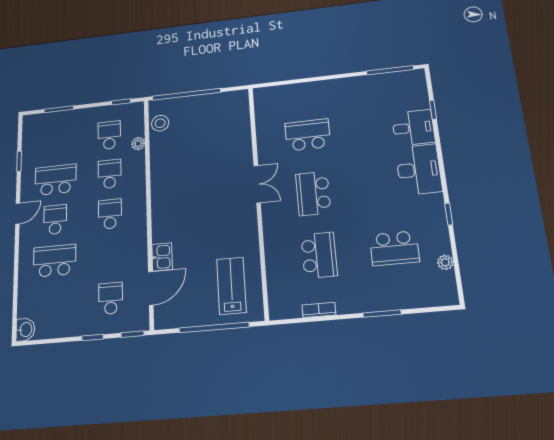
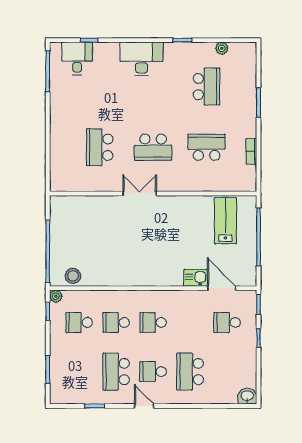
desk: (413, 128) -> (77, 58), moved
plant: (138, 144) -> (56, 296), moved
lab bench: (231, 286) -> (225, 221), turned 90

